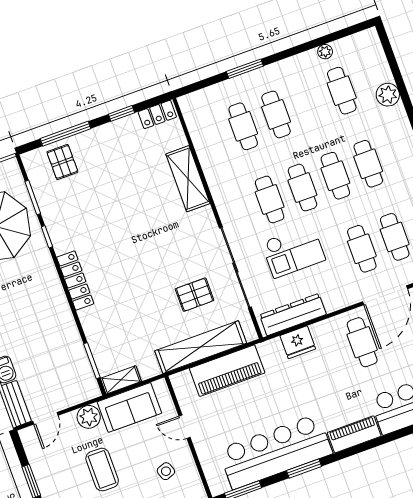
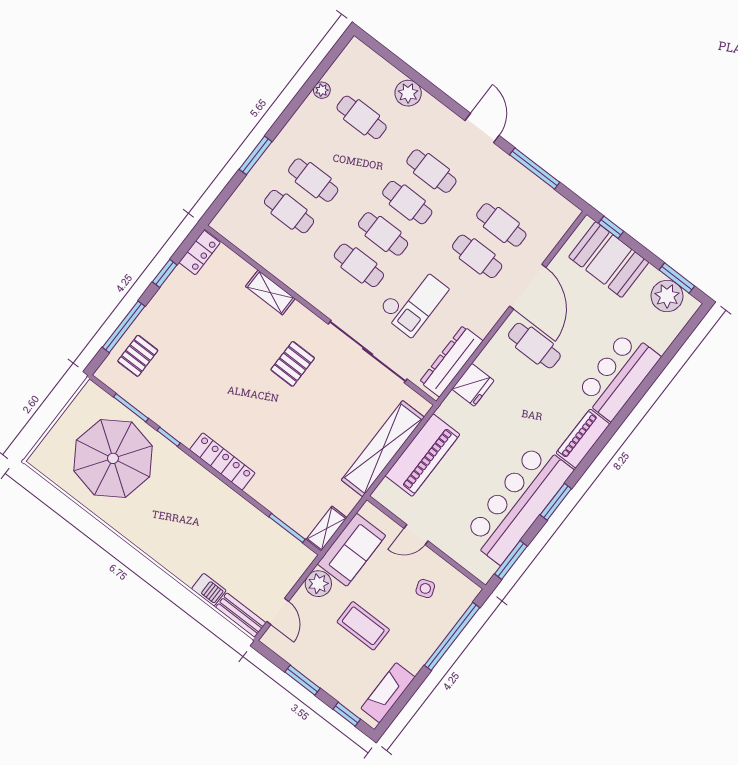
pallet: (62, 162) -> (138, 356), turned 90
shelving: (188, 179) -> (270, 293), width x0.67, depth x0.75
pallet: (195, 295) -> (293, 364), moved

